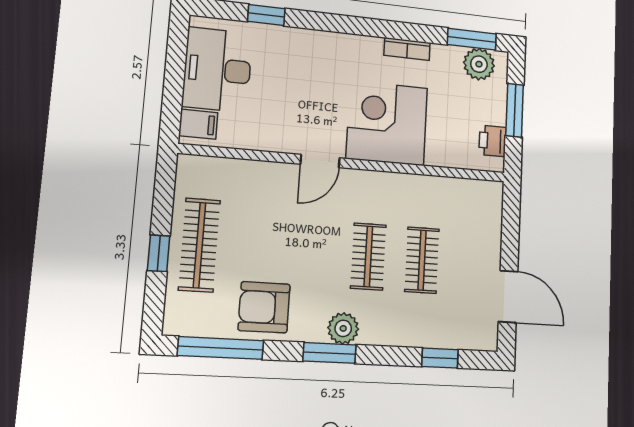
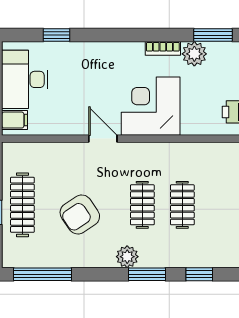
plant: (479, 64) -> (194, 54), moved
door: (320, 161) -> (103, 139), swing flipped
armchair: (264, 307) -> (80, 214), moved, turned -34
window: (330, 353) -> (147, 274), moved

